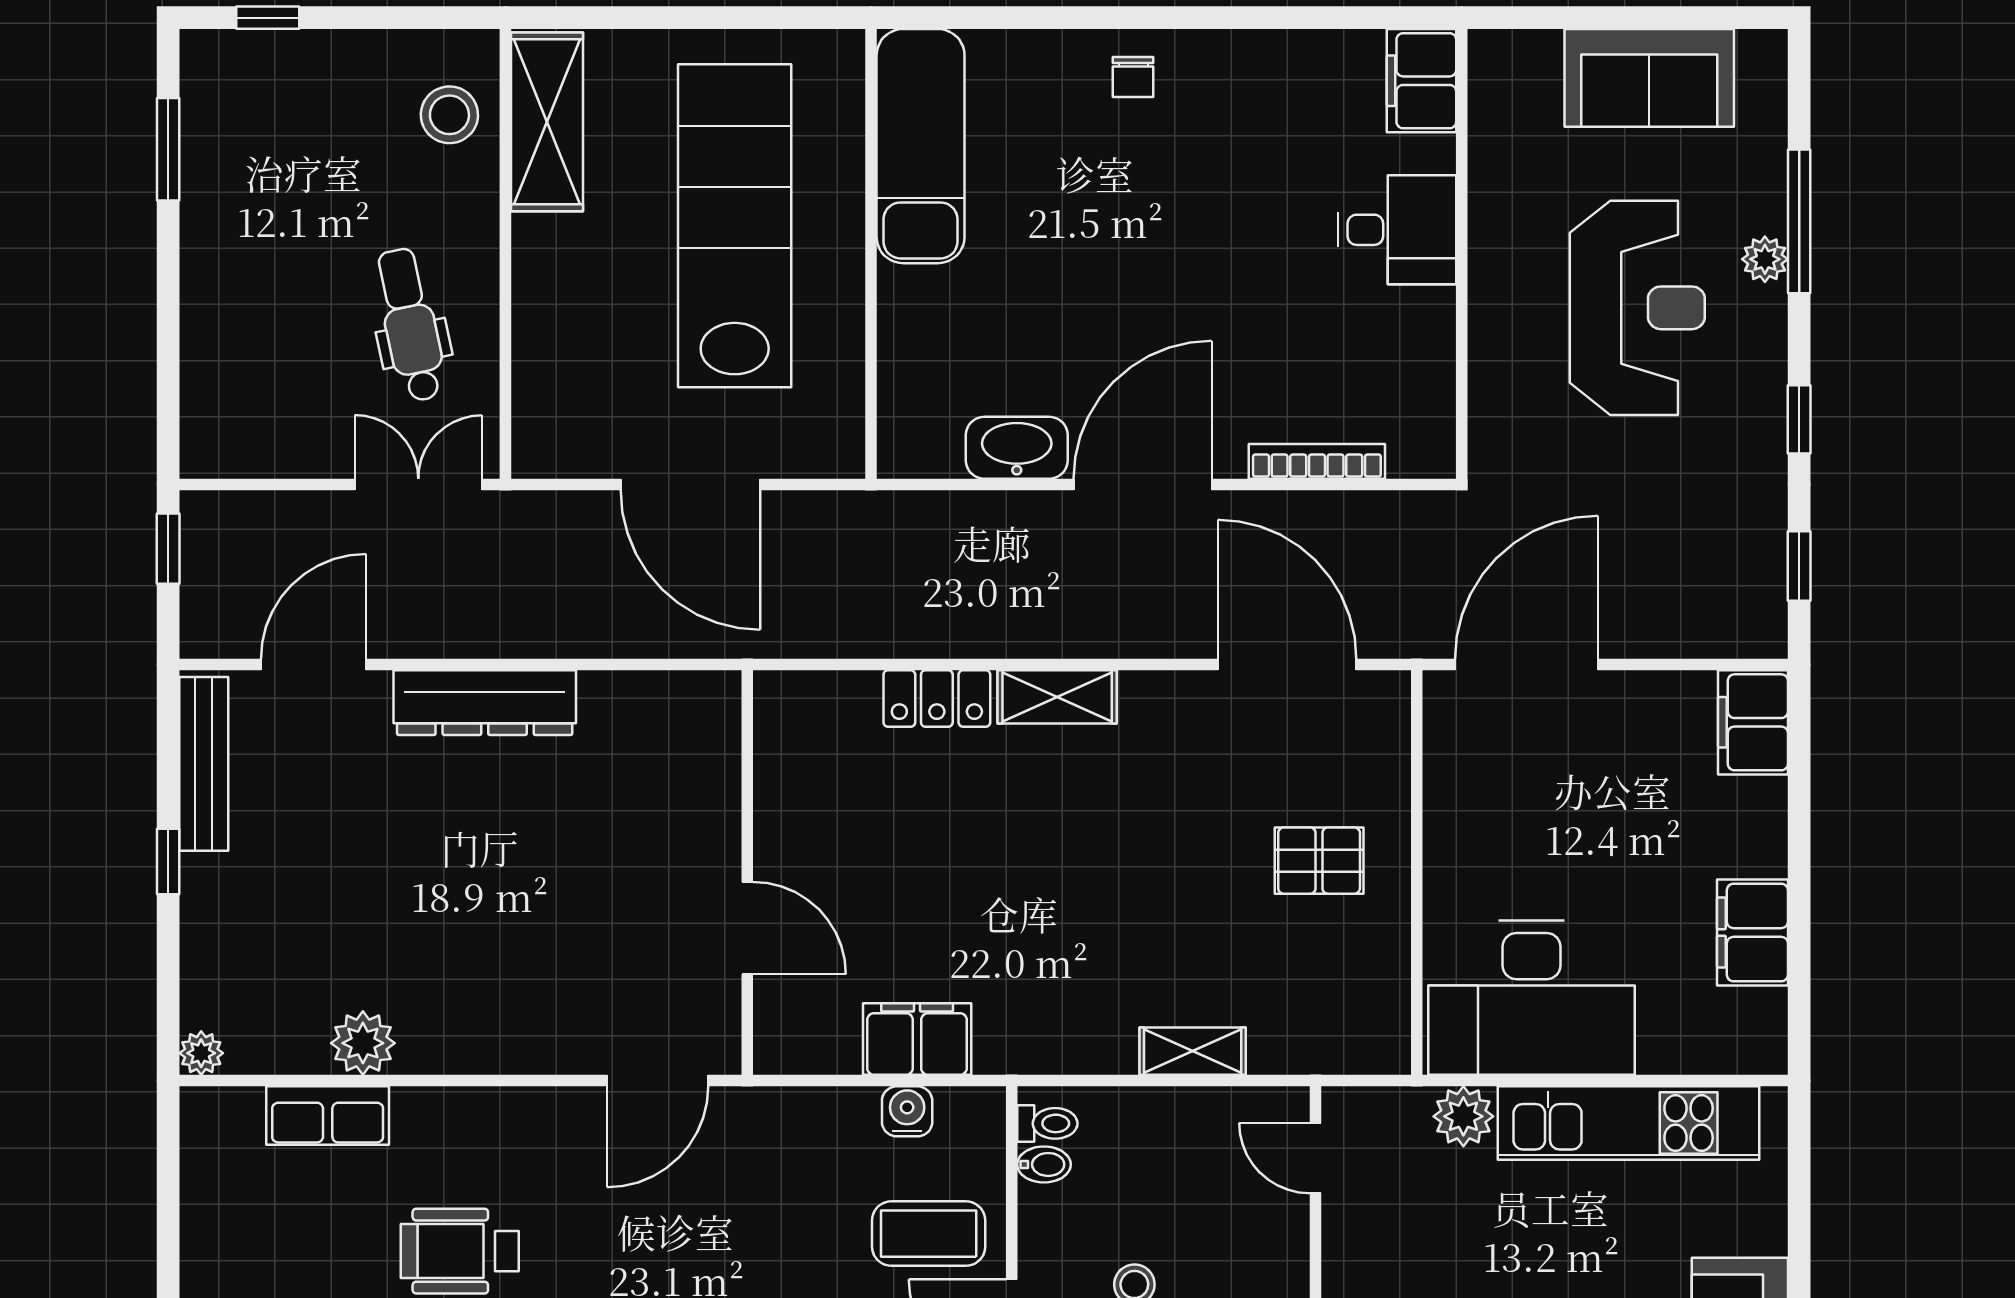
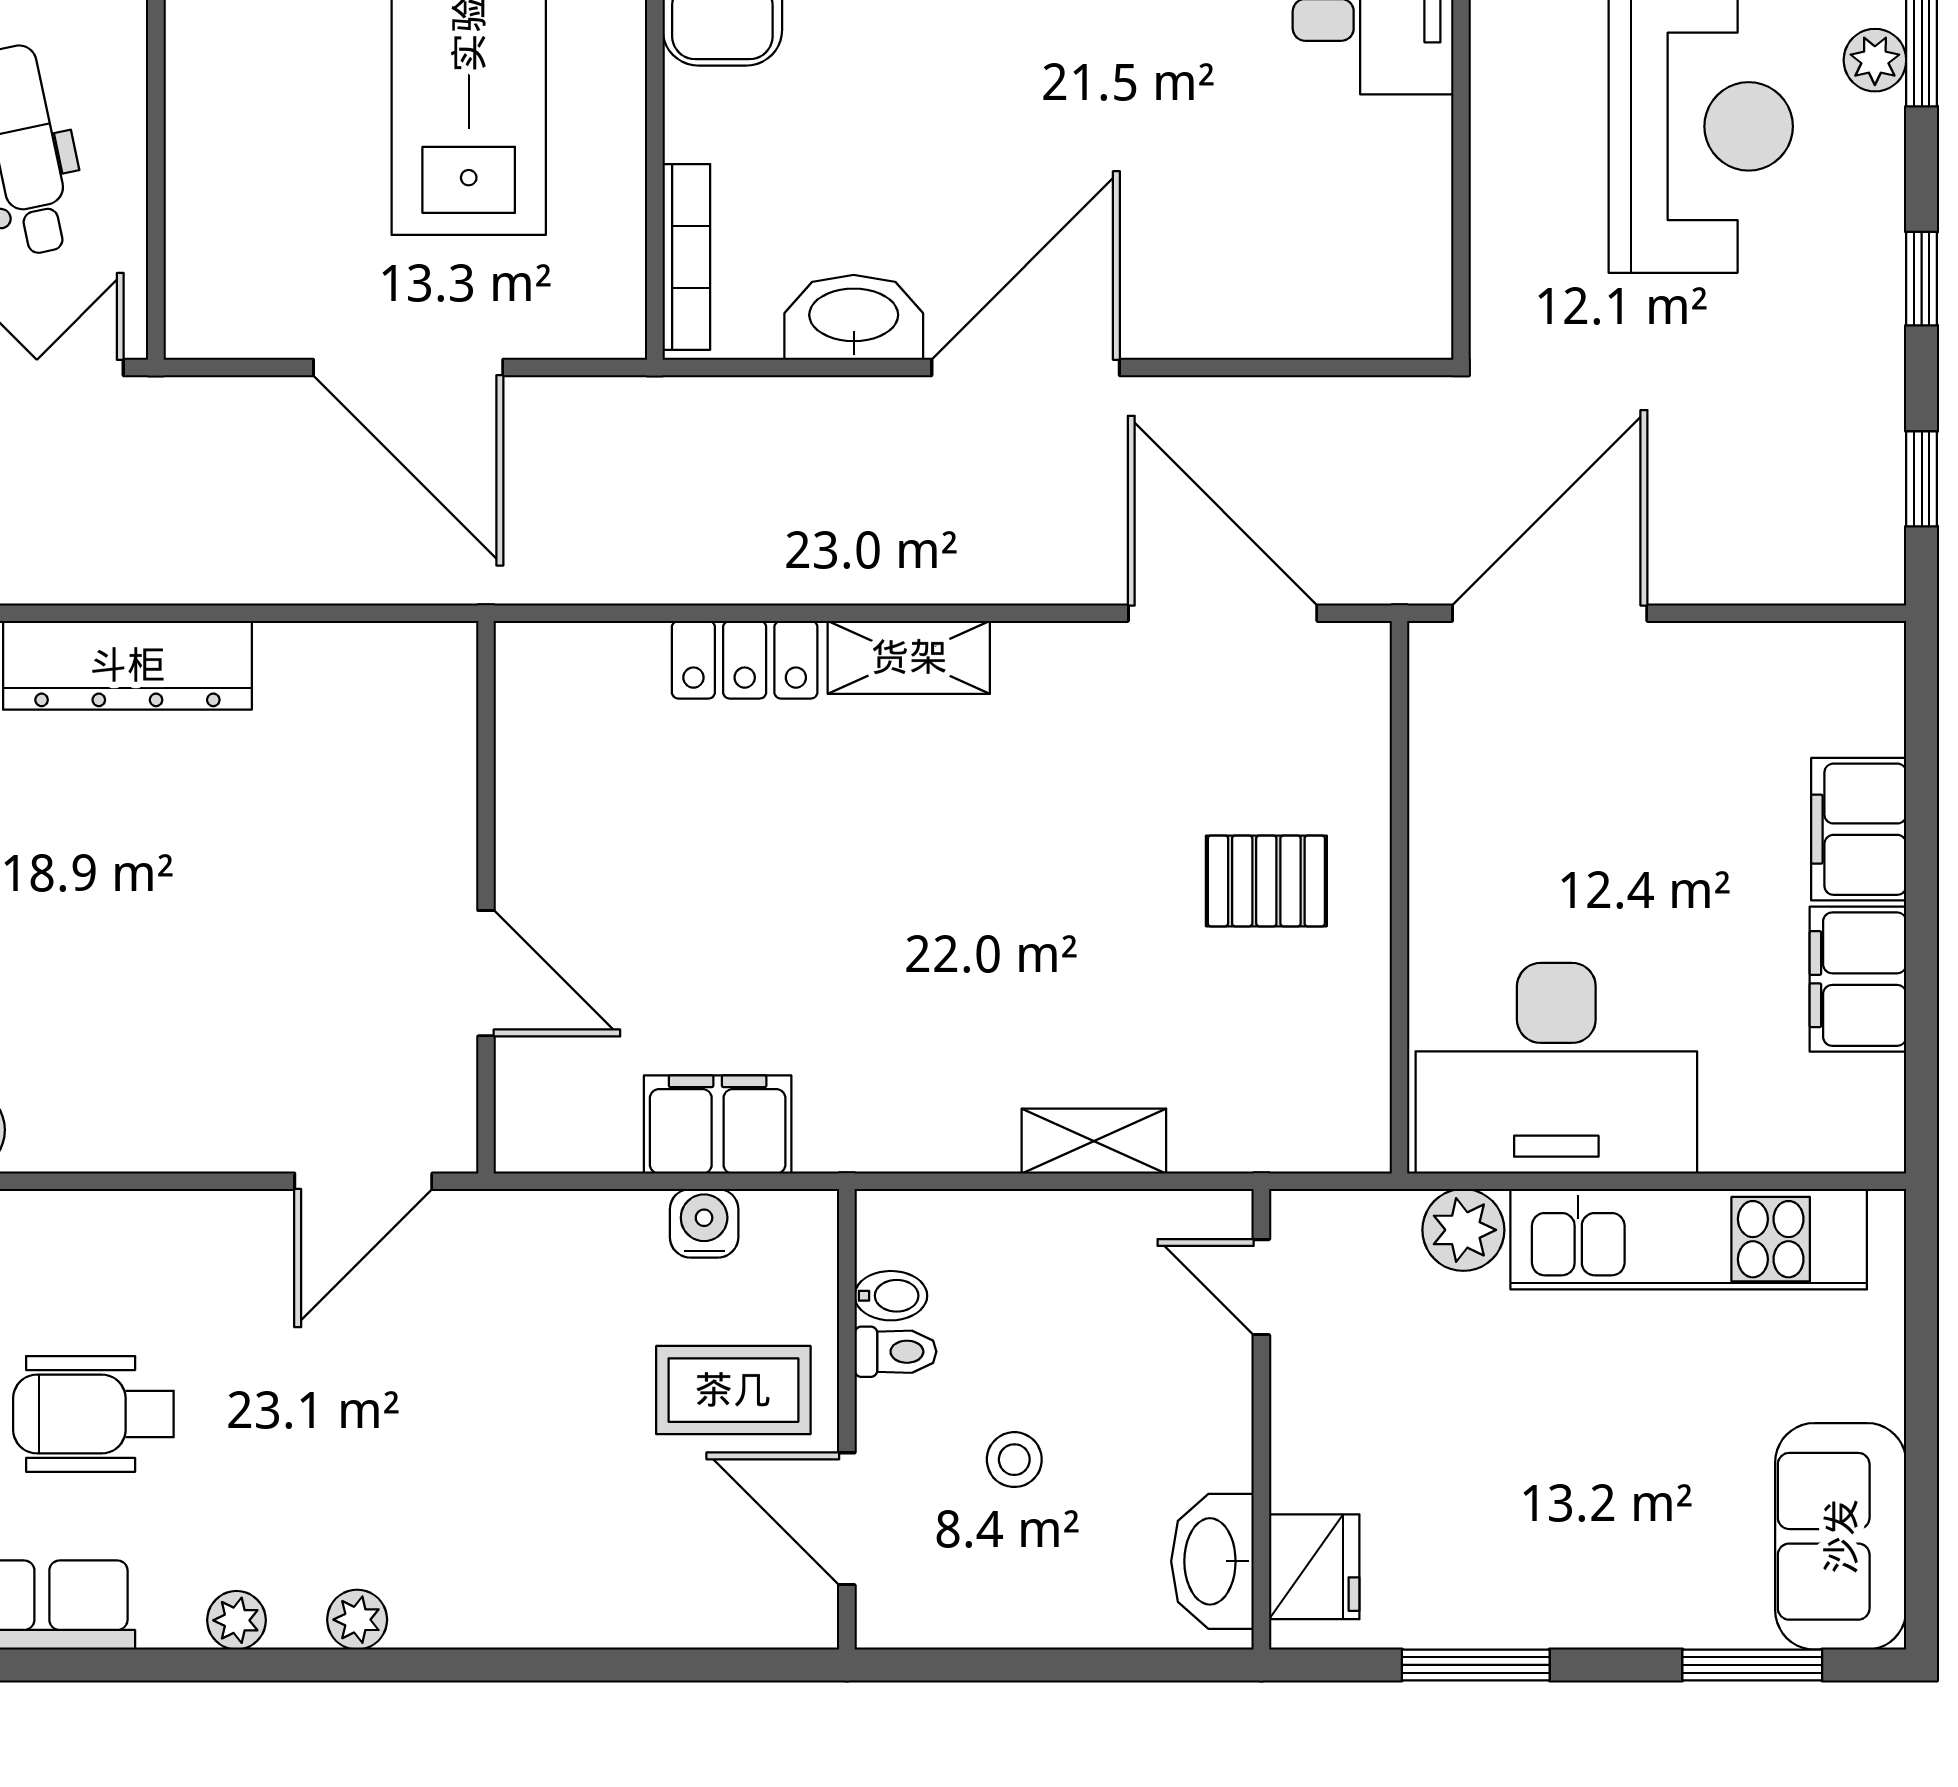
bookcase: (1317, 461) -> (686, 257), moved, turned 90
filing cabinet: (1753, 722) -> (1859, 829), moved
toilet: (1047, 1123) -> (895, 1352), moved

